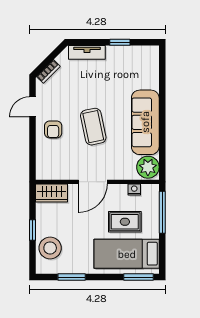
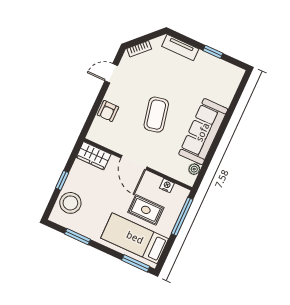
armchair: (53, 129) -> (108, 111), moved
plant: (148, 167) -> (194, 169), width x0.53, depth x0.53
door: (93, 182) -> (134, 162), hinge flipped

